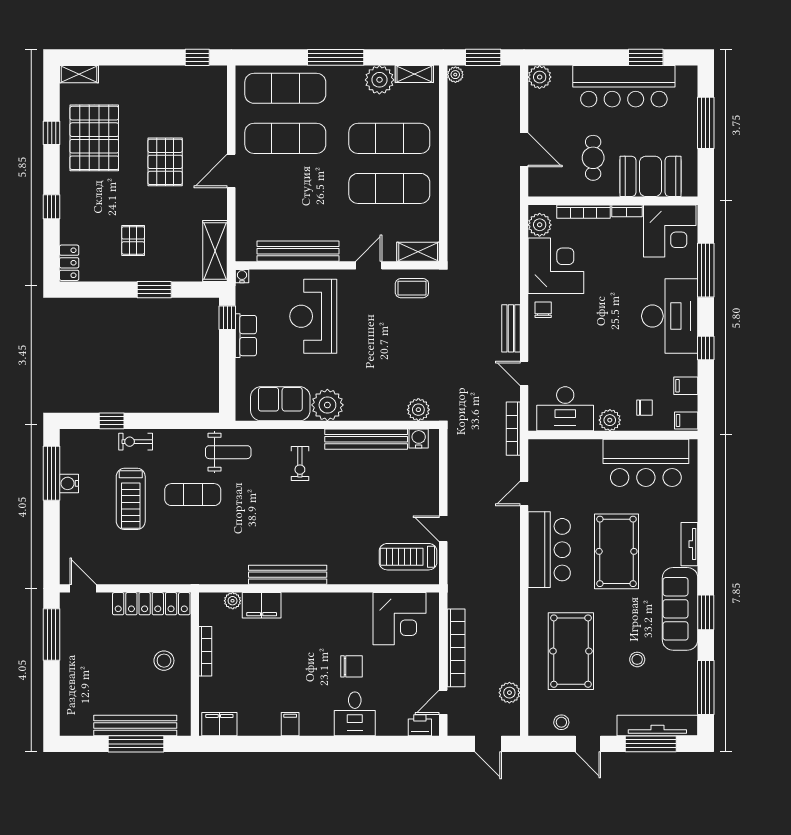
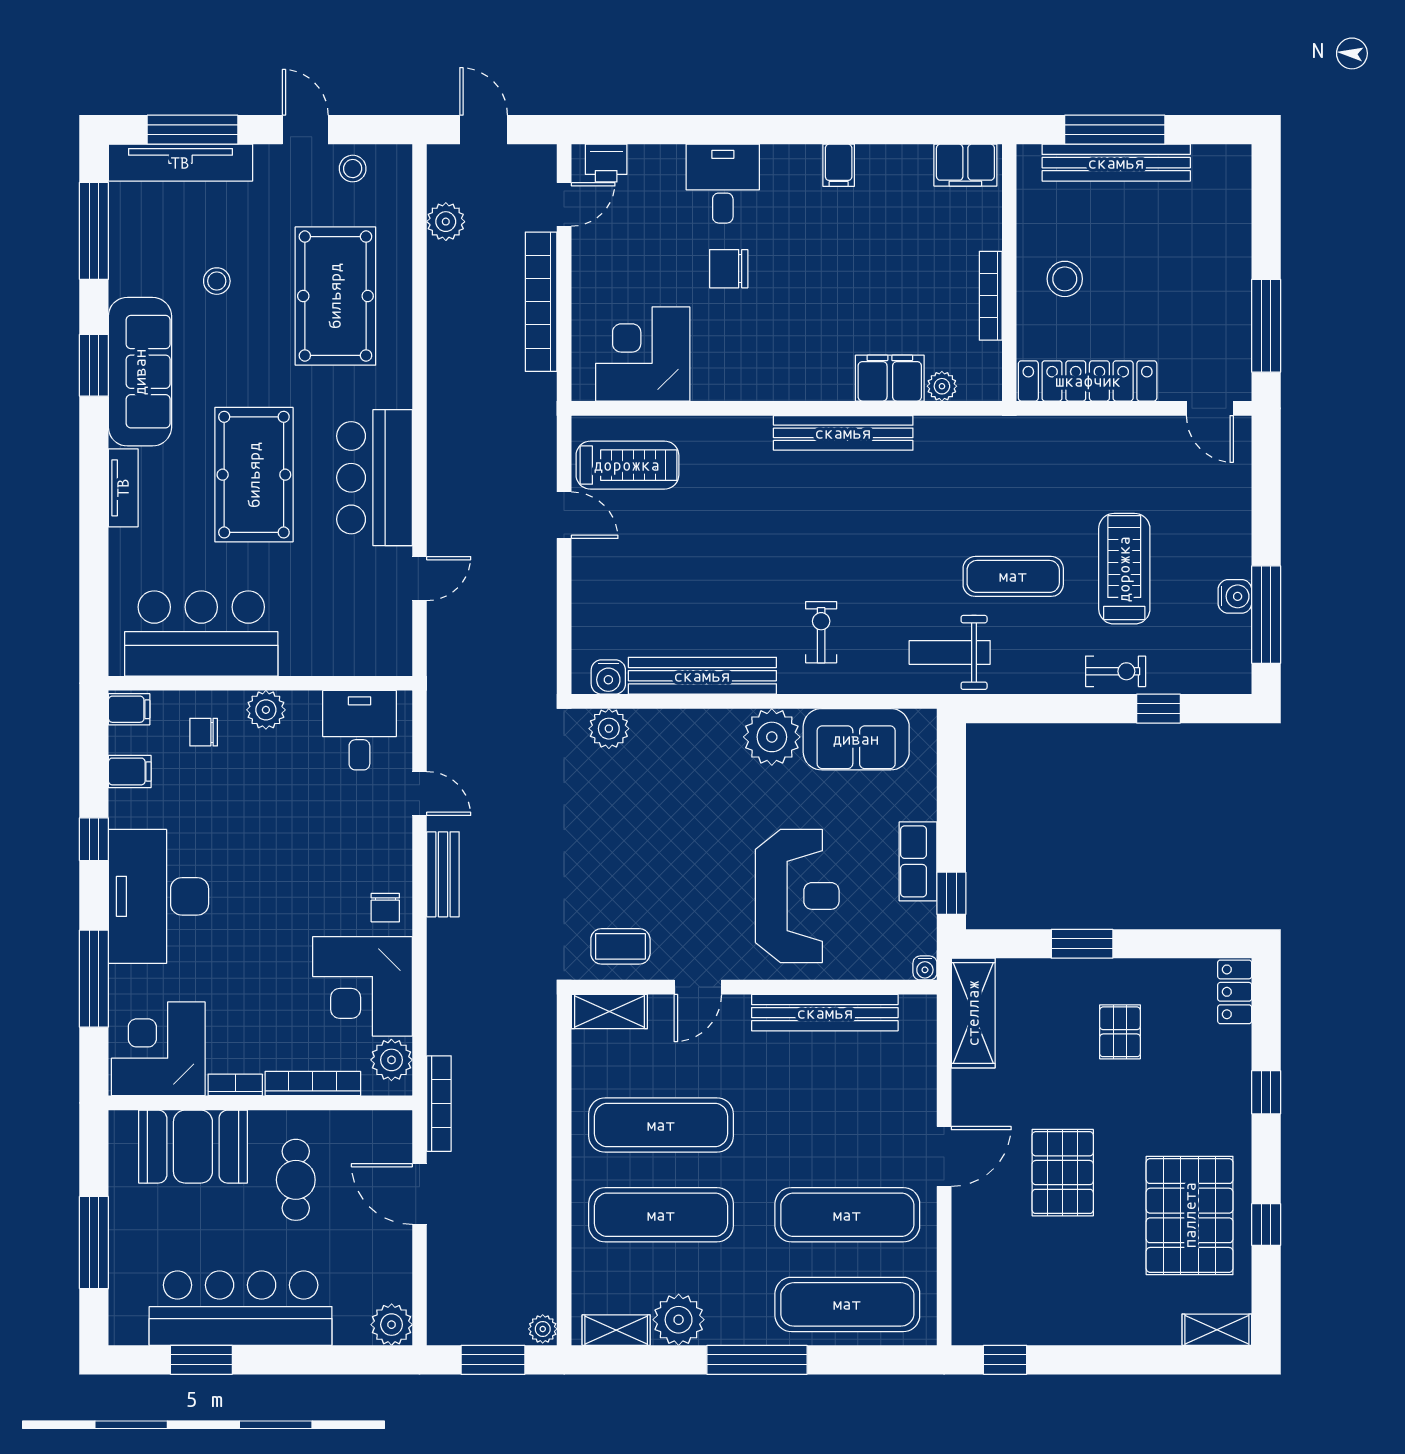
desk: (565, 409) -> (359, 730), width x0.73
bookcase: (513, 429) -> (439, 1104), moved

